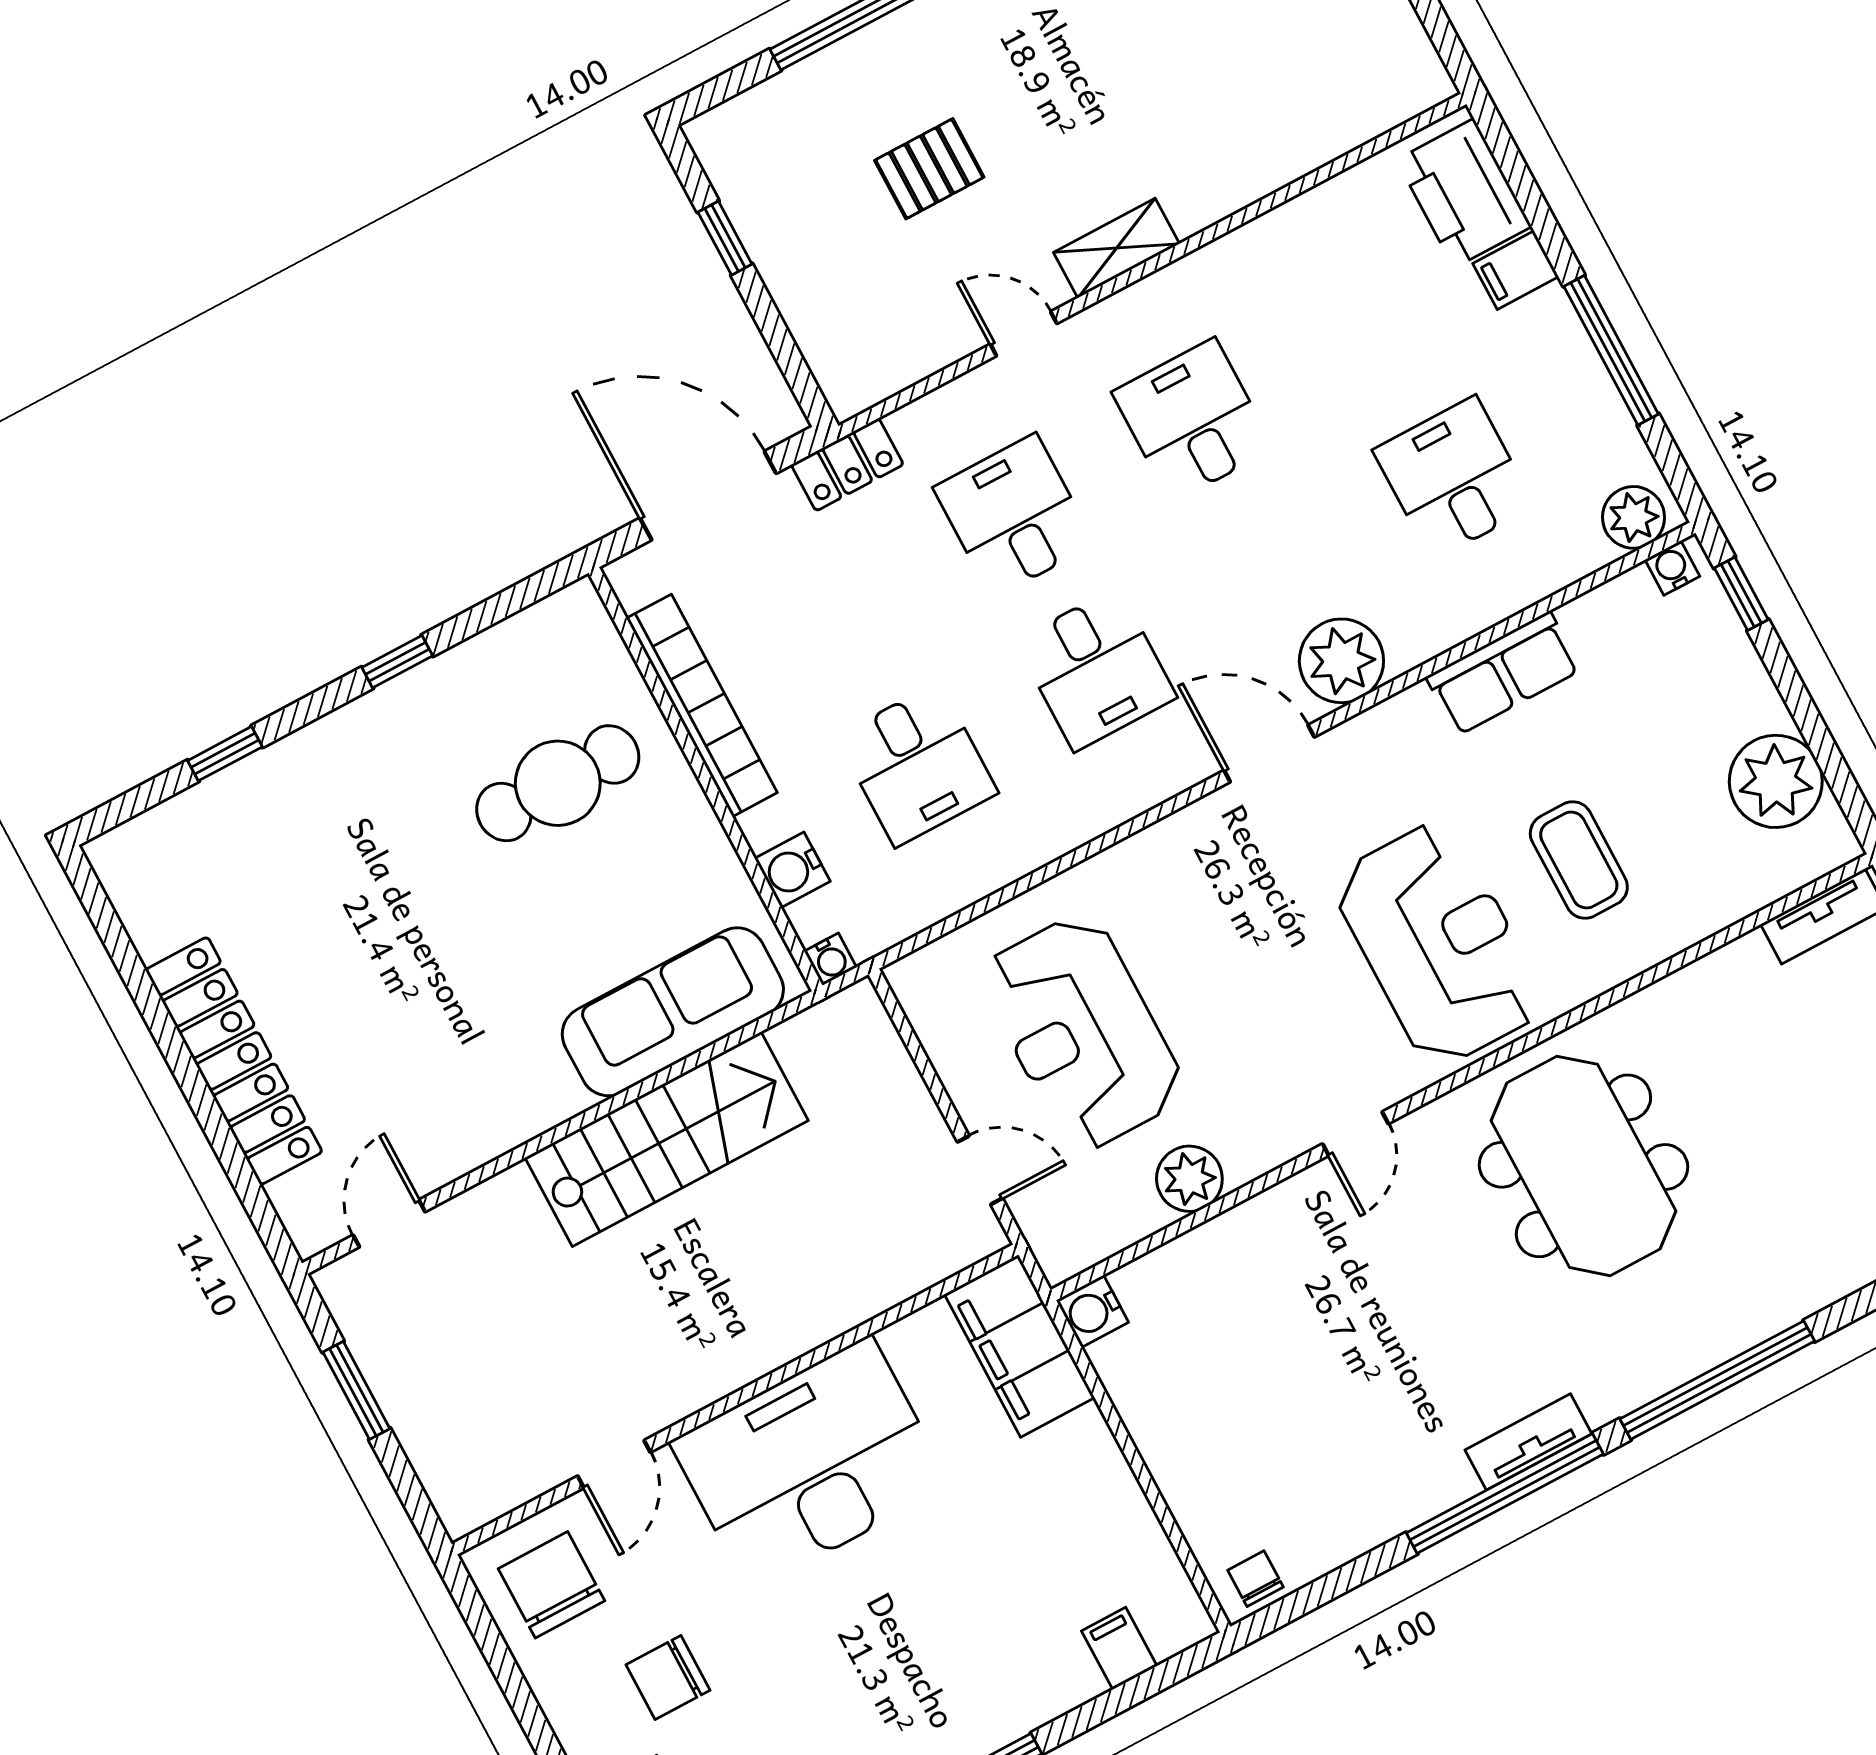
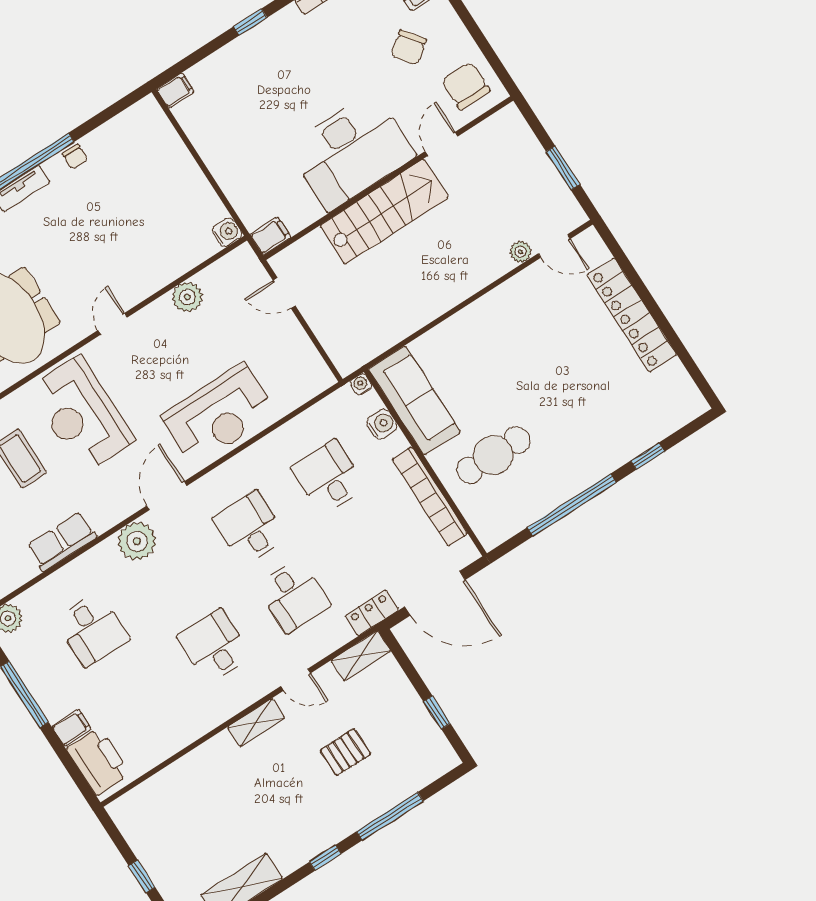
shelving: (879, 374) -> (361, 656), added
desk: (1193, 420) -> (214, 646), turned 180
window: (397, 662) -> (572, 505), width x3.17
door: (1269, 754) -> (167, 496), swing flipped
sofa: (673, 1012) -> (414, 400), moved, turned -90
reception desk: (1082, 1032) -> (219, 415), moved, turned 90
stairs: (667, 1139) -> (384, 212), moved, turned 180
plant: (463, 1217) -> (521, 252), added
door: (389, 1223) -> (554, 246), hinge flipped
filing cabinet: (1020, 1346) -> (270, 236), width x0.33, depth x0.86
chair: (1255, 1579) -> (75, 157), moved
chair: (551, 1585) -> (466, 86), turned 180
filing cabinet: (1119, 1648) -> (175, 91), moved, turned -90
chair: (668, 1678) -> (409, 47), turned 143

